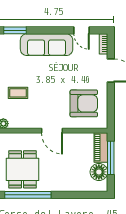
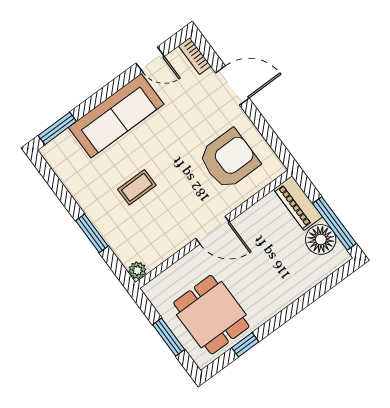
coffee table: (18, 93) -> (137, 187), moved
window: (111, 158) -> (335, 224), moved
window: (28, 195) -> (245, 345), width x0.32

